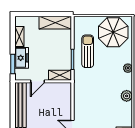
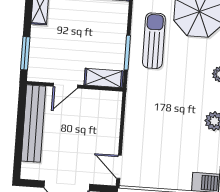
freezer: (22, 58) -> (41, 44), removed

